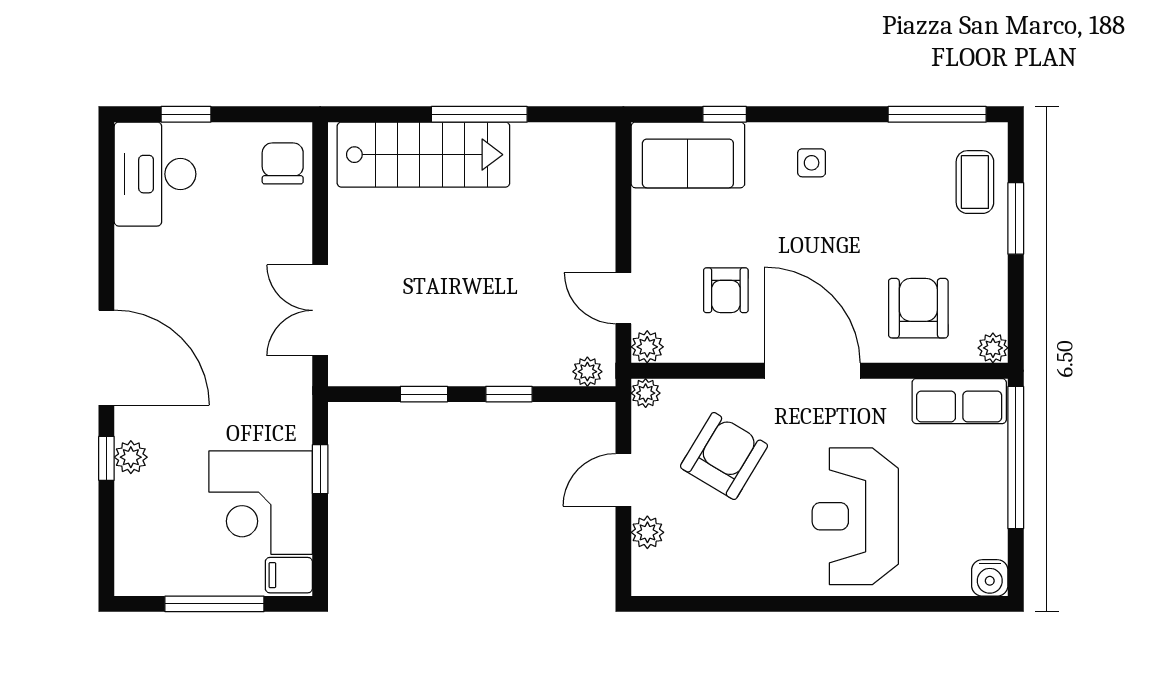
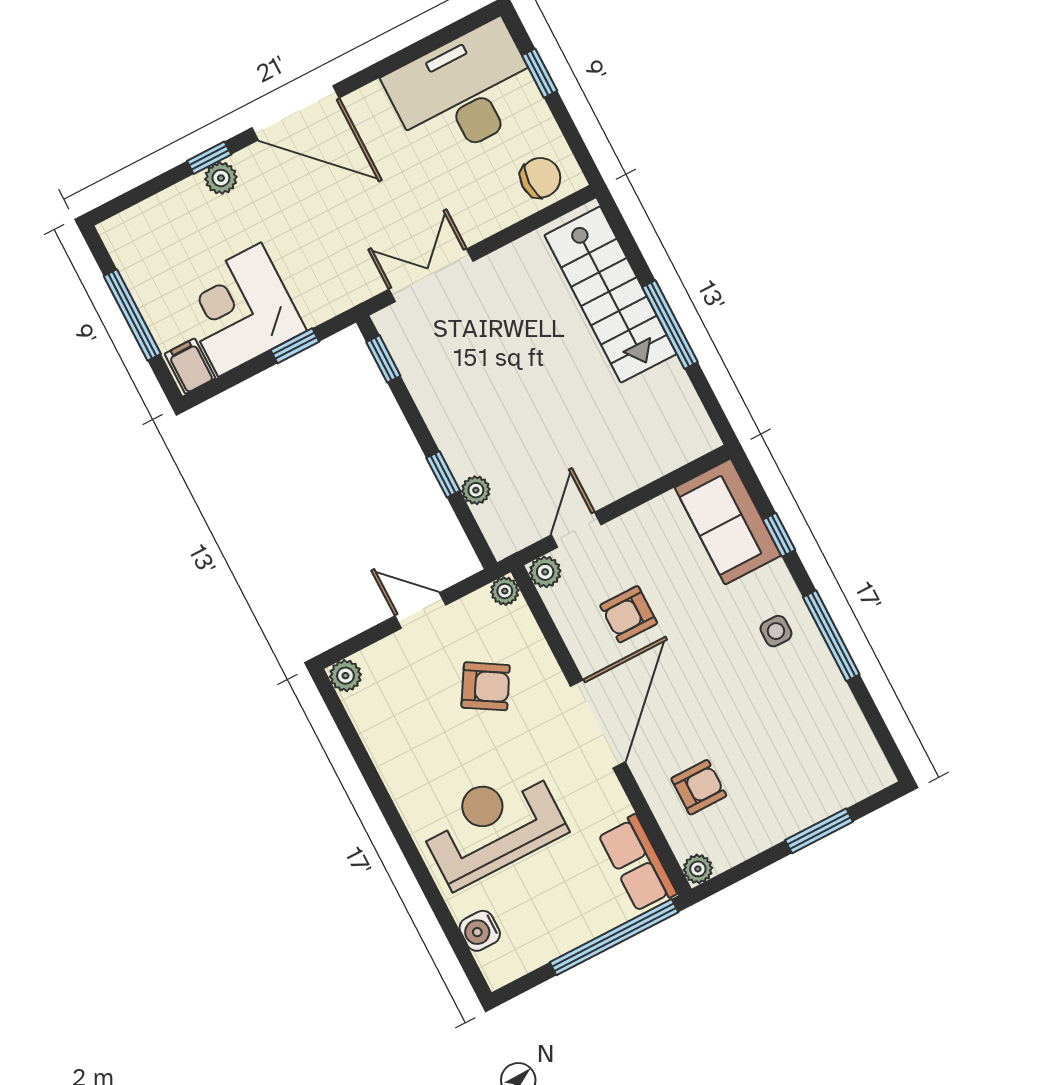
window: (937, 114) -> (831, 636), moved
desk: (155, 174) -> (464, 92), width x1.36, depth x1.30
coffee table: (975, 182) -> (832, 780), removed
armchair: (918, 308) -> (699, 787), width x0.72, depth x0.72
door: (106, 358) -> (295, 113), hinge flipped
plant: (587, 372) -> (476, 490), moved
window: (424, 394) -> (383, 359), moved
armchair: (724, 456) -> (486, 686), width x0.72, depth x0.72
plant: (647, 532) -> (345, 676), moved
water cooler: (990, 578) -> (480, 931), moved

